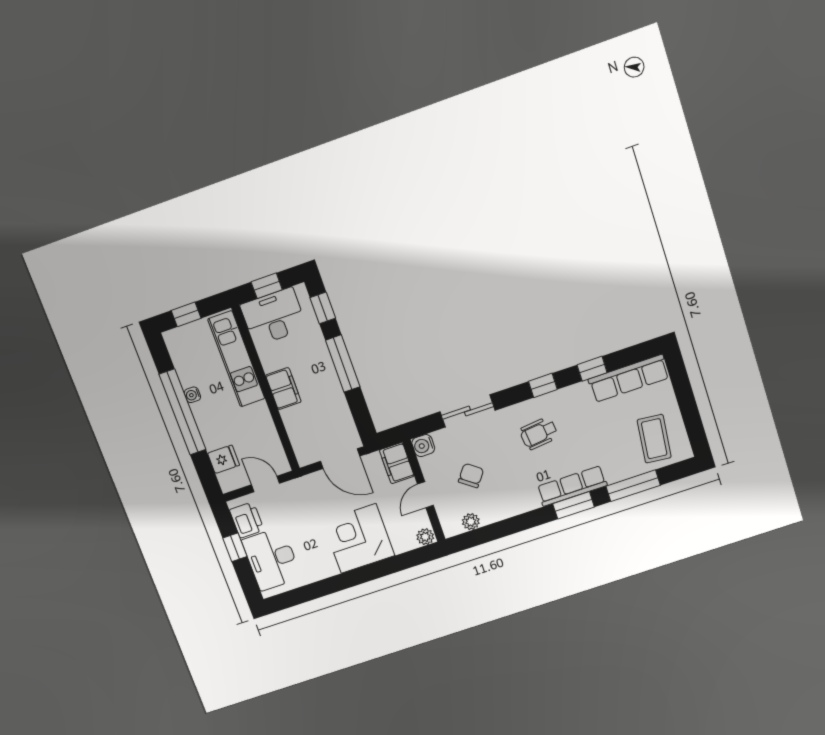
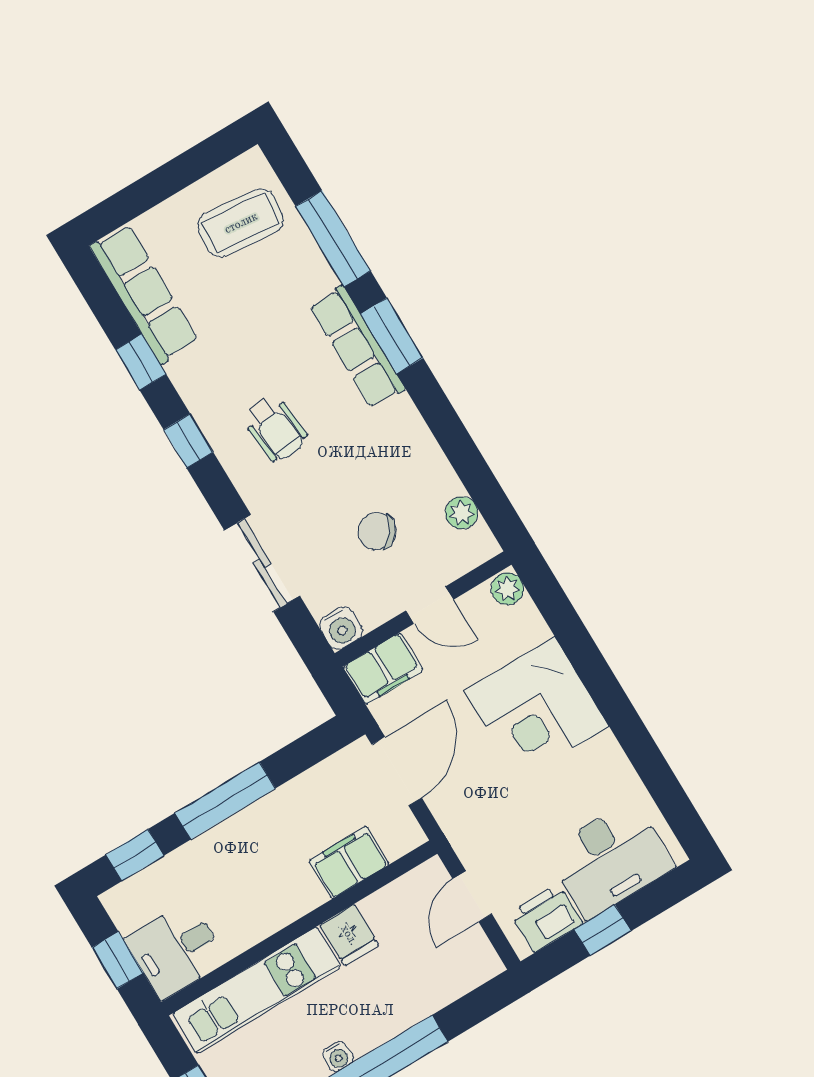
desk: (274, 317) -> (176, 950), width x0.73
filing cabinet: (283, 389) -> (349, 862), moved
fridge: (224, 459) -> (349, 935), moved, turned 180

